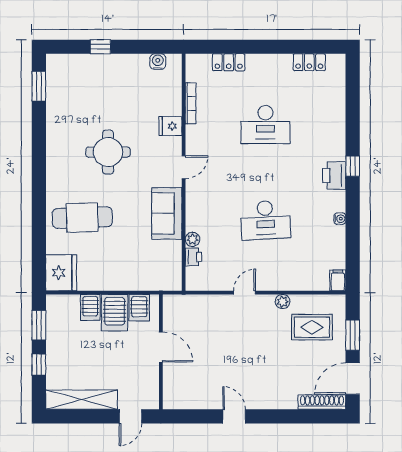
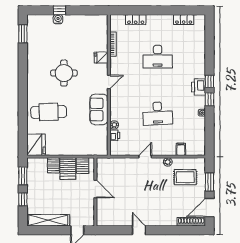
water cooler: (158, 62) -> (58, 19), moved
window: (353, 196) -> (209, 99), added
filing cabinet: (338, 280) -> (181, 149), moved

